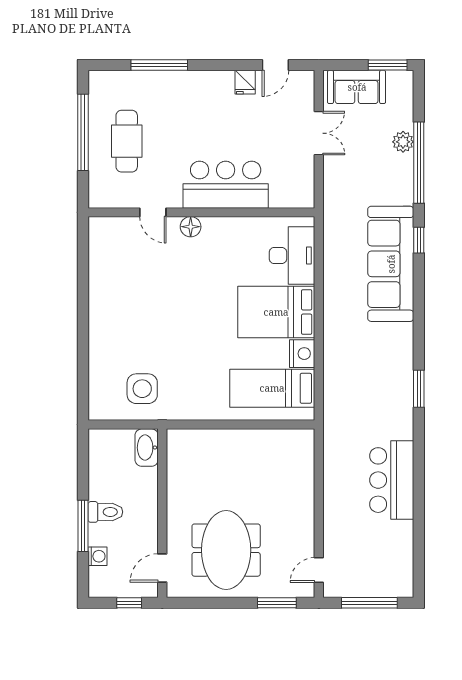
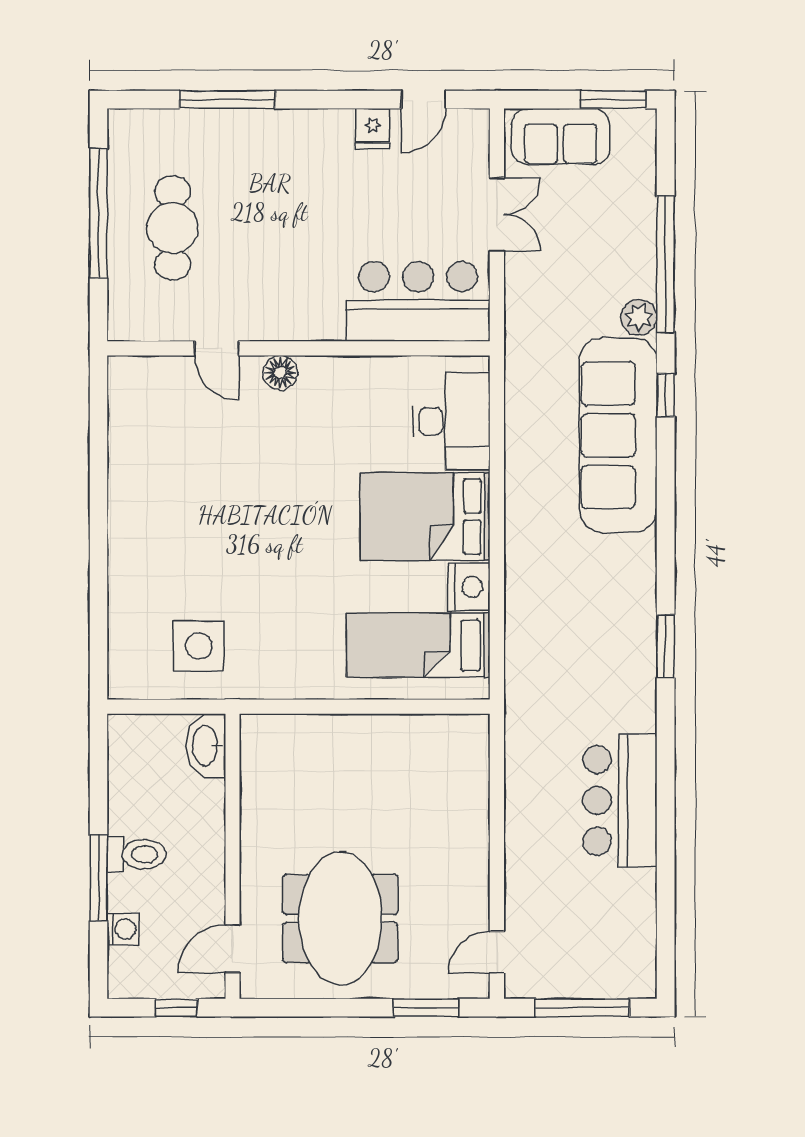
plant: (403, 142) -> (639, 317), moved
bar counter: (226, 185) -> (418, 302), moved

